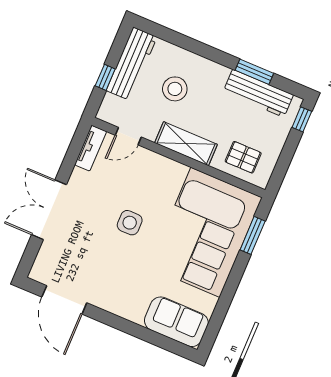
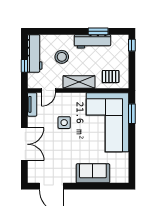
workbench: (258, 93) -> (92, 41), moved
double door: (49, 210) -> (24, 144), swing flipped
side table: (130, 223) -> (64, 123), moved
sofa: (176, 322) -> (93, 173), moved

